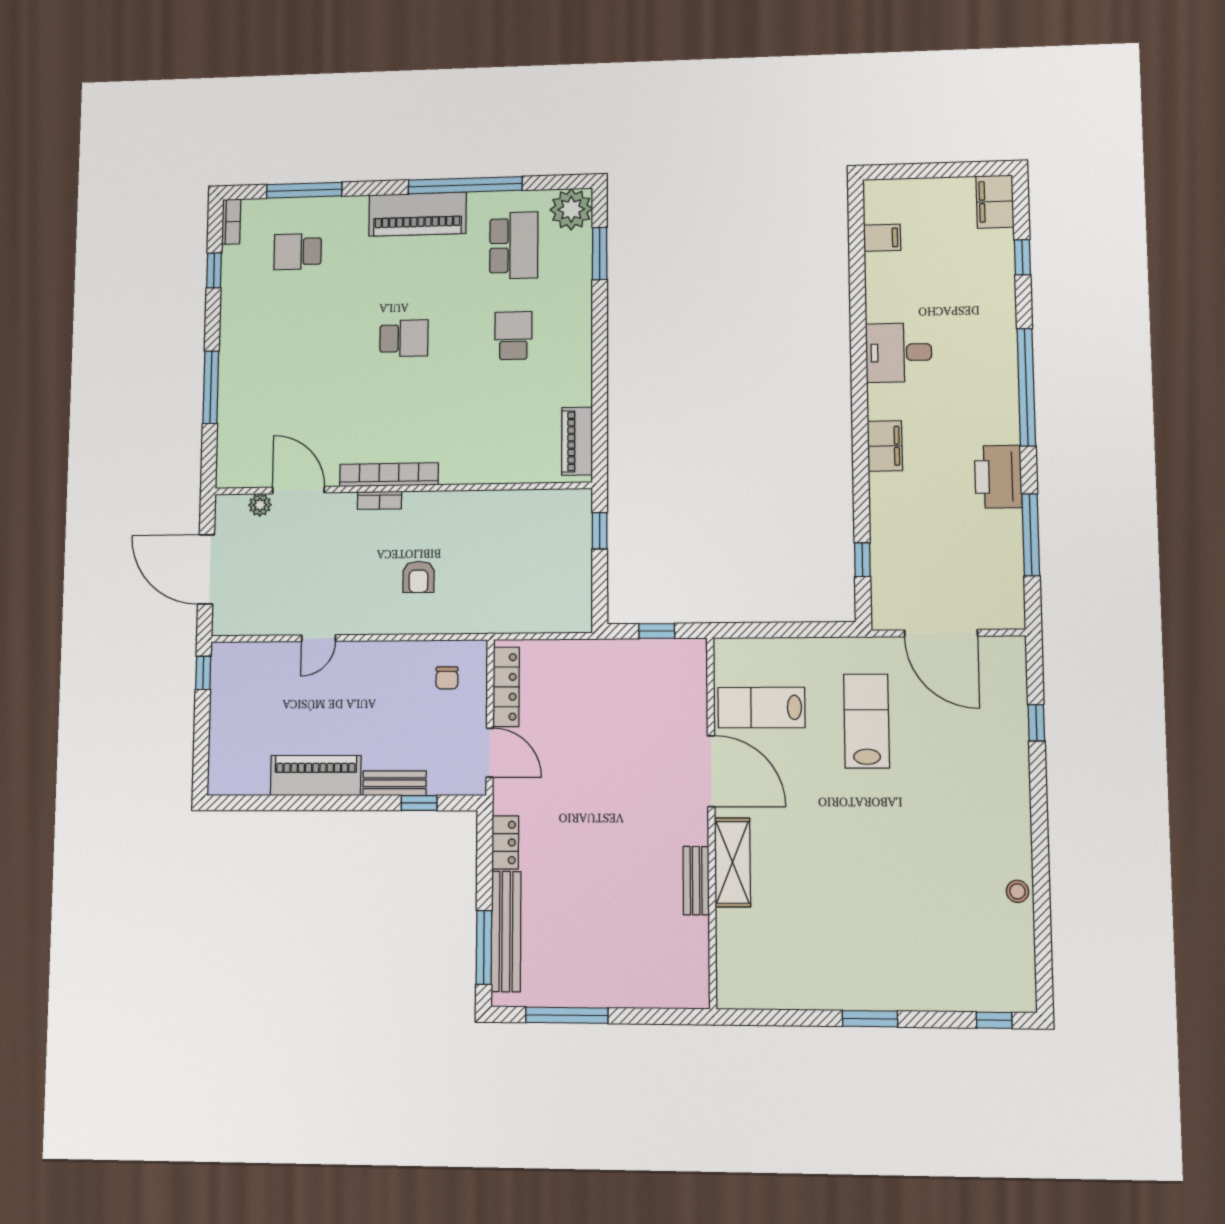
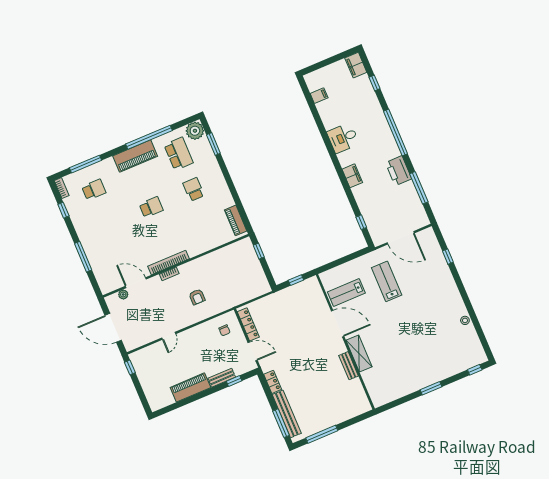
school desk: (298, 252) -> (94, 190), turned 180

